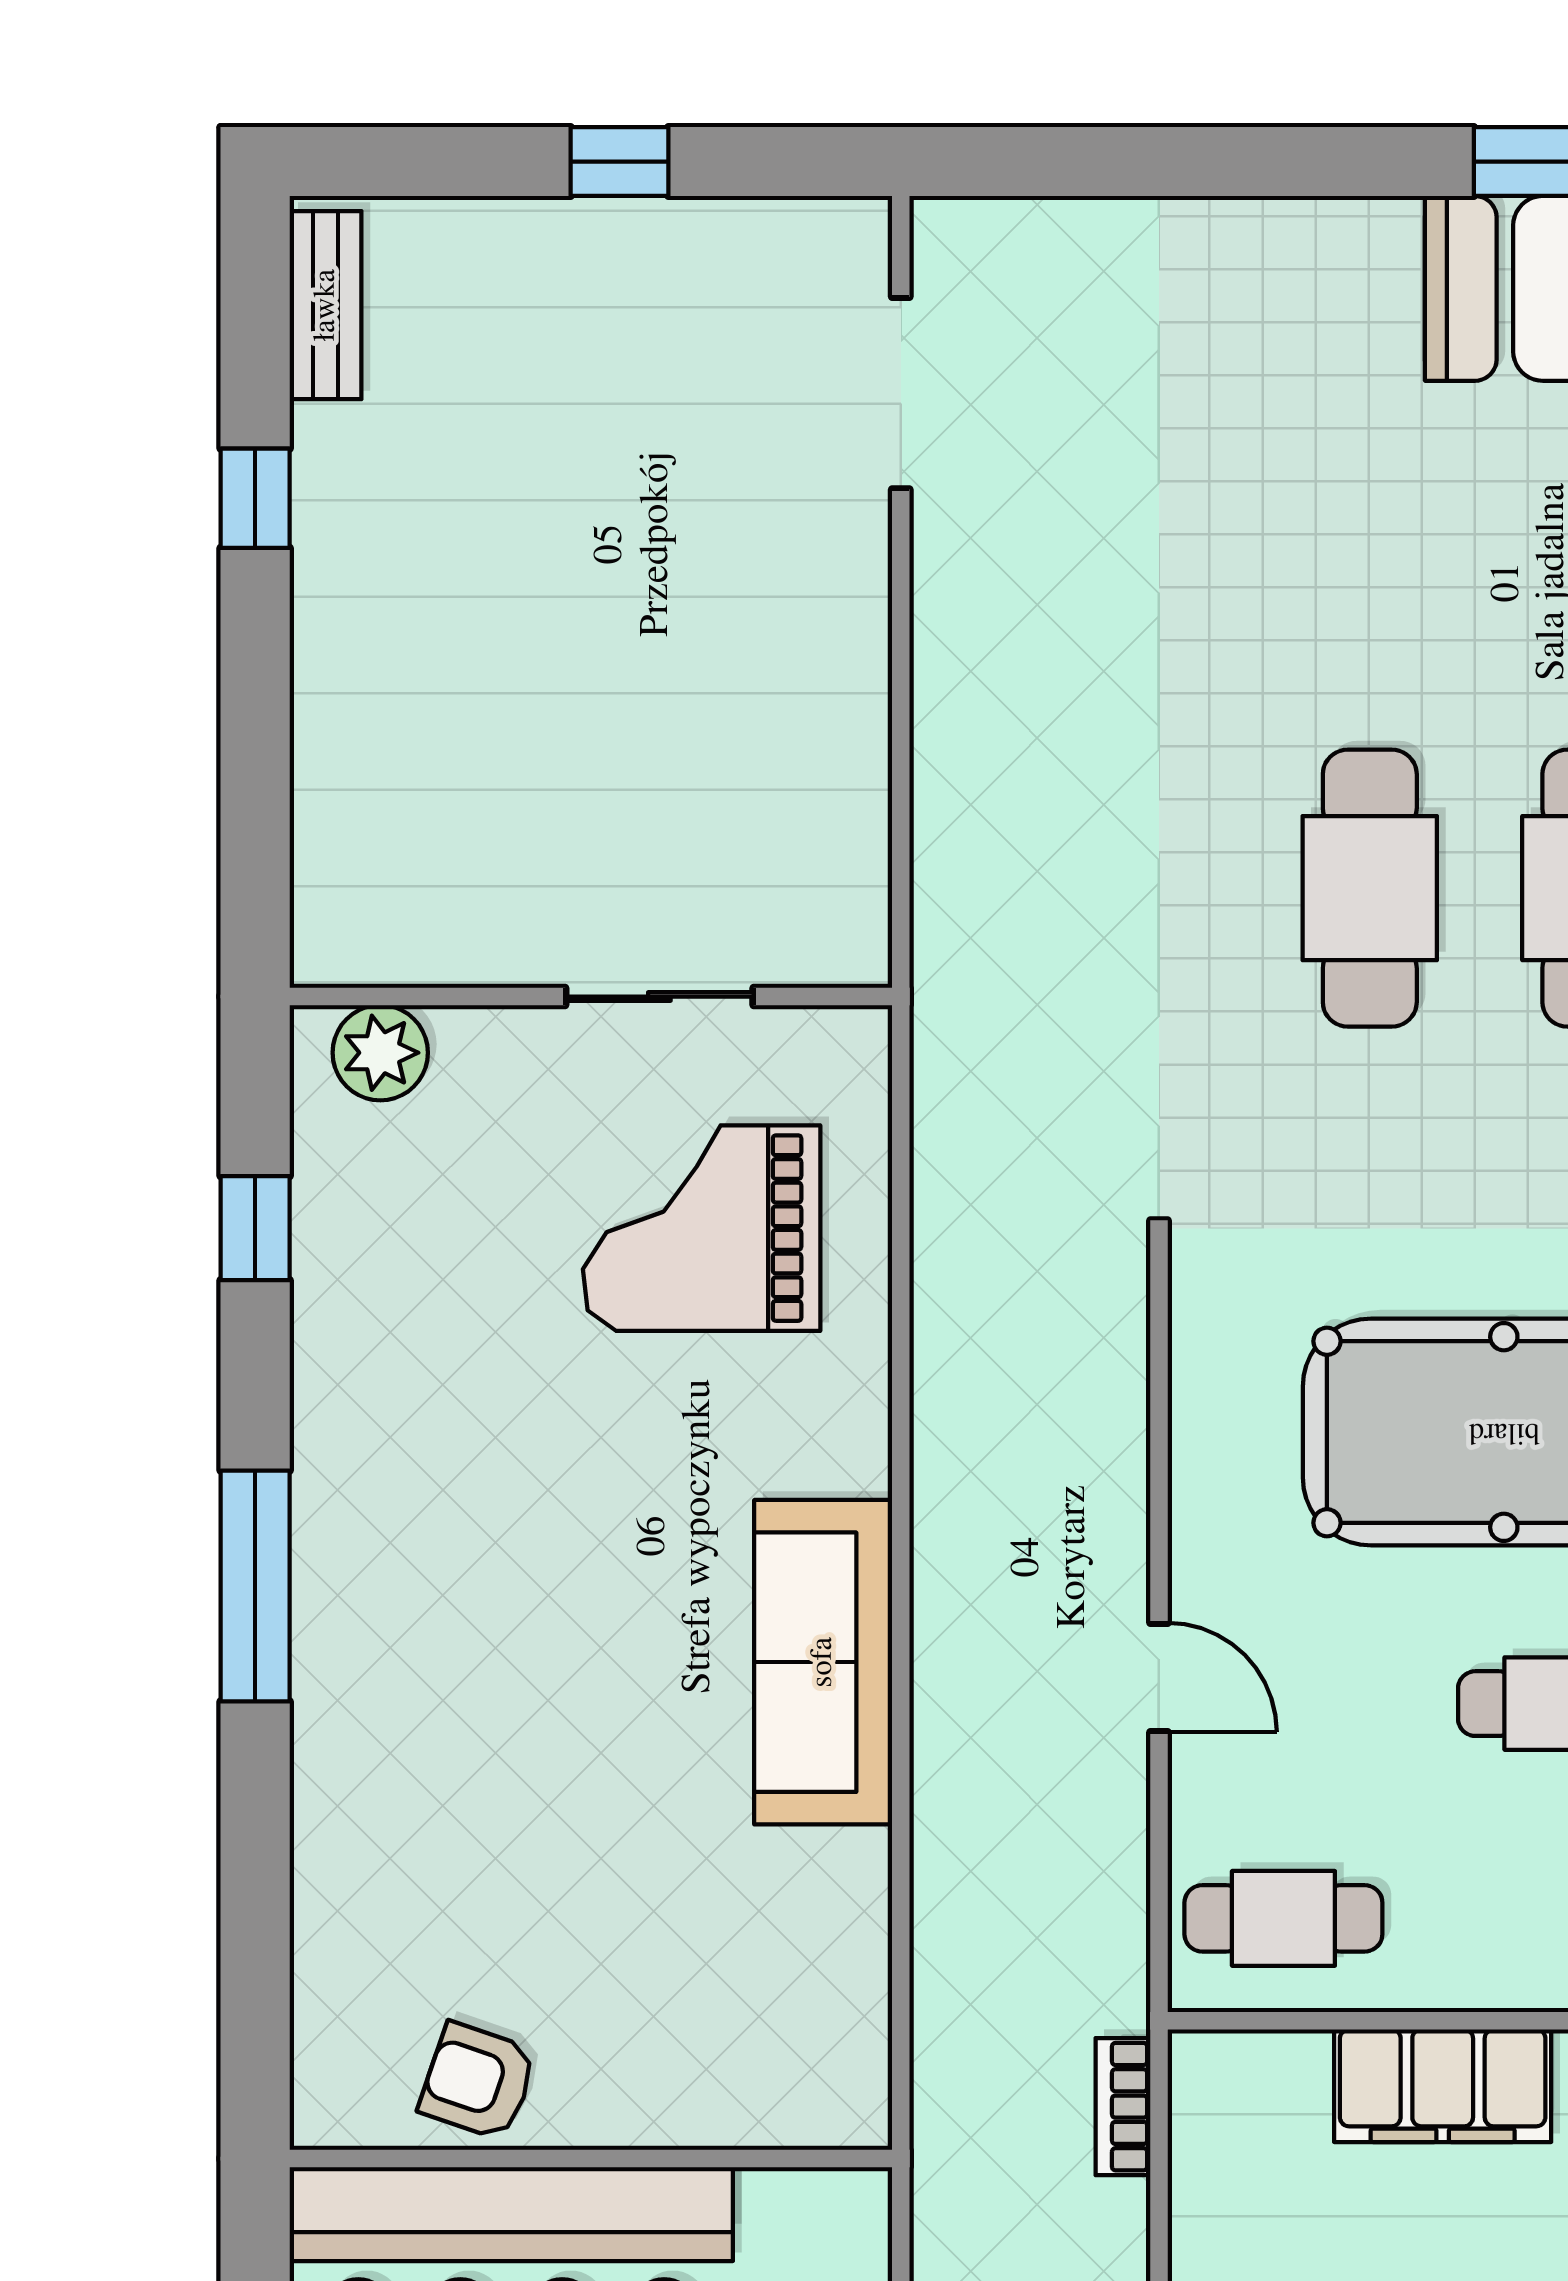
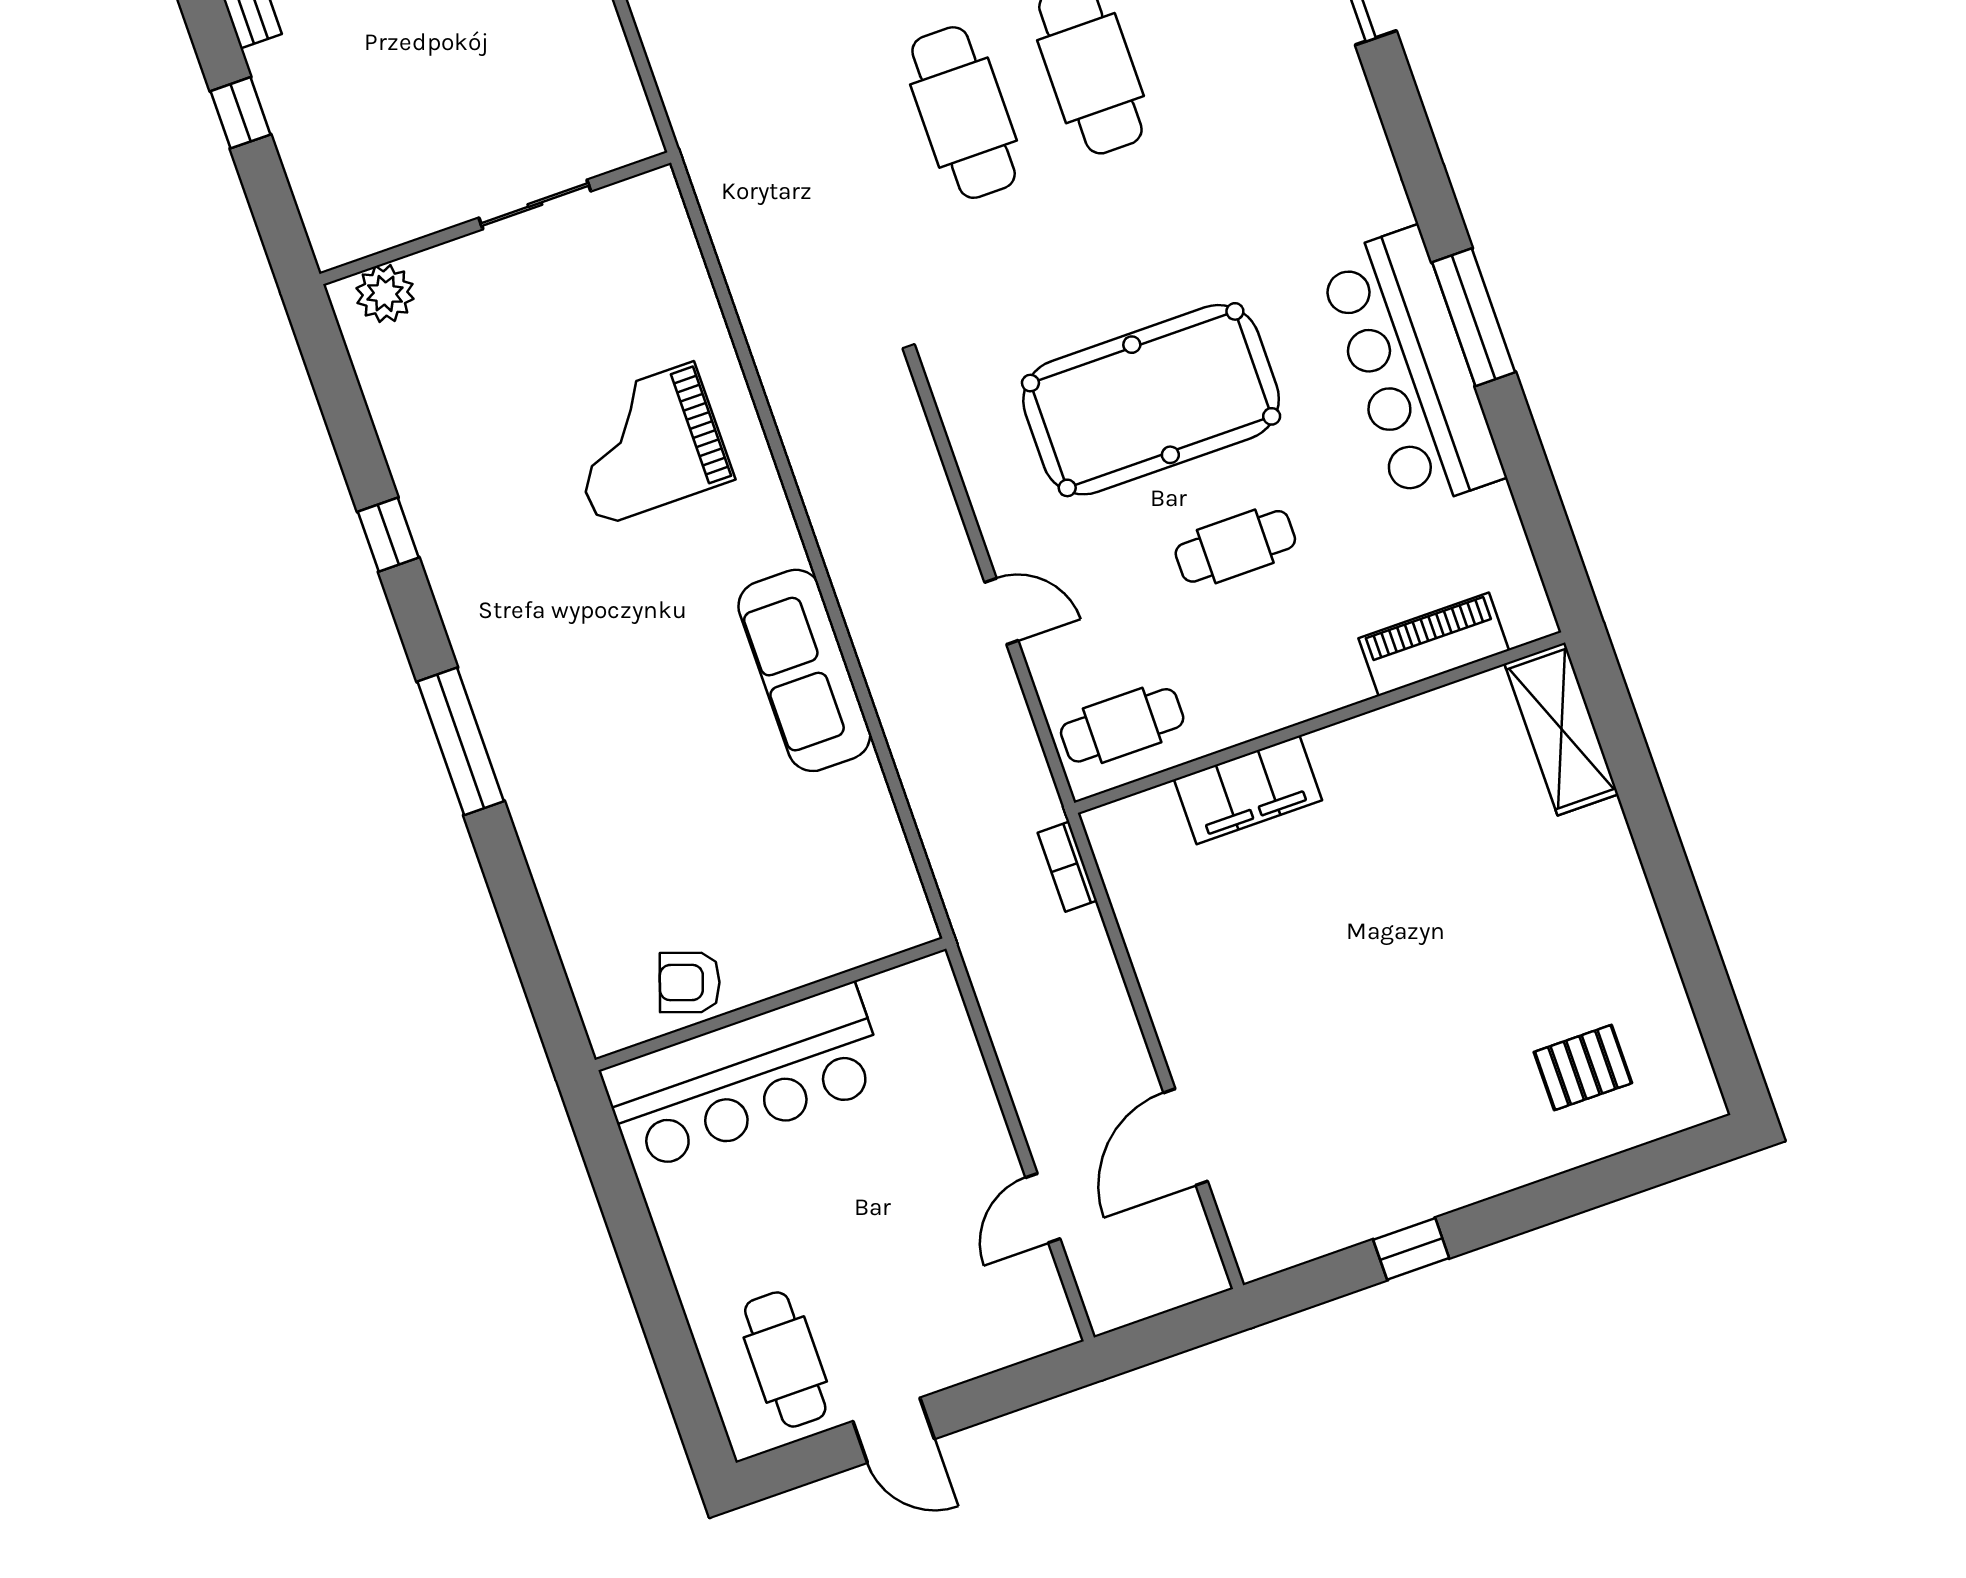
wall: (591, 997) -> (495, 218), moved
sliding door: (659, 997) -> (535, 205), moved
plant: (380, 1053) -> (385, 293), moved

